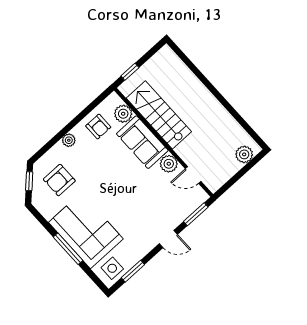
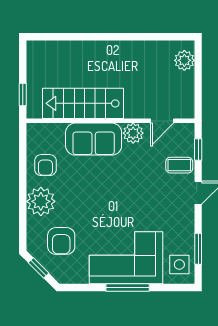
plant: (123, 114) -> (54, 133), removed
armchair: (98, 127) -> (45, 165), turned 90
plant: (69, 140) -> (41, 201), width x1.88, depth x1.88
coffee table: (175, 211) -> (179, 165), added
window: (196, 214) -> (198, 149), width x0.67

